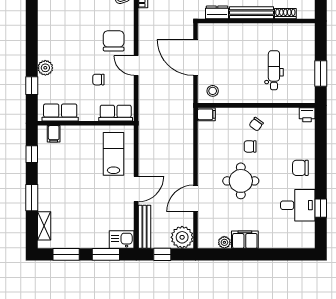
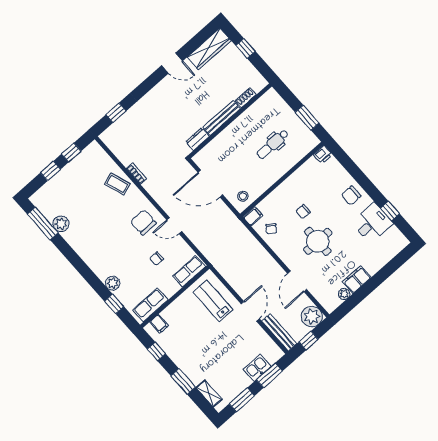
dental chair: (274, 70) -> (273, 144), turned -90
chair: (256, 124) -> (271, 229), moved
kitchen sink: (122, 239) -> (257, 368), moved

